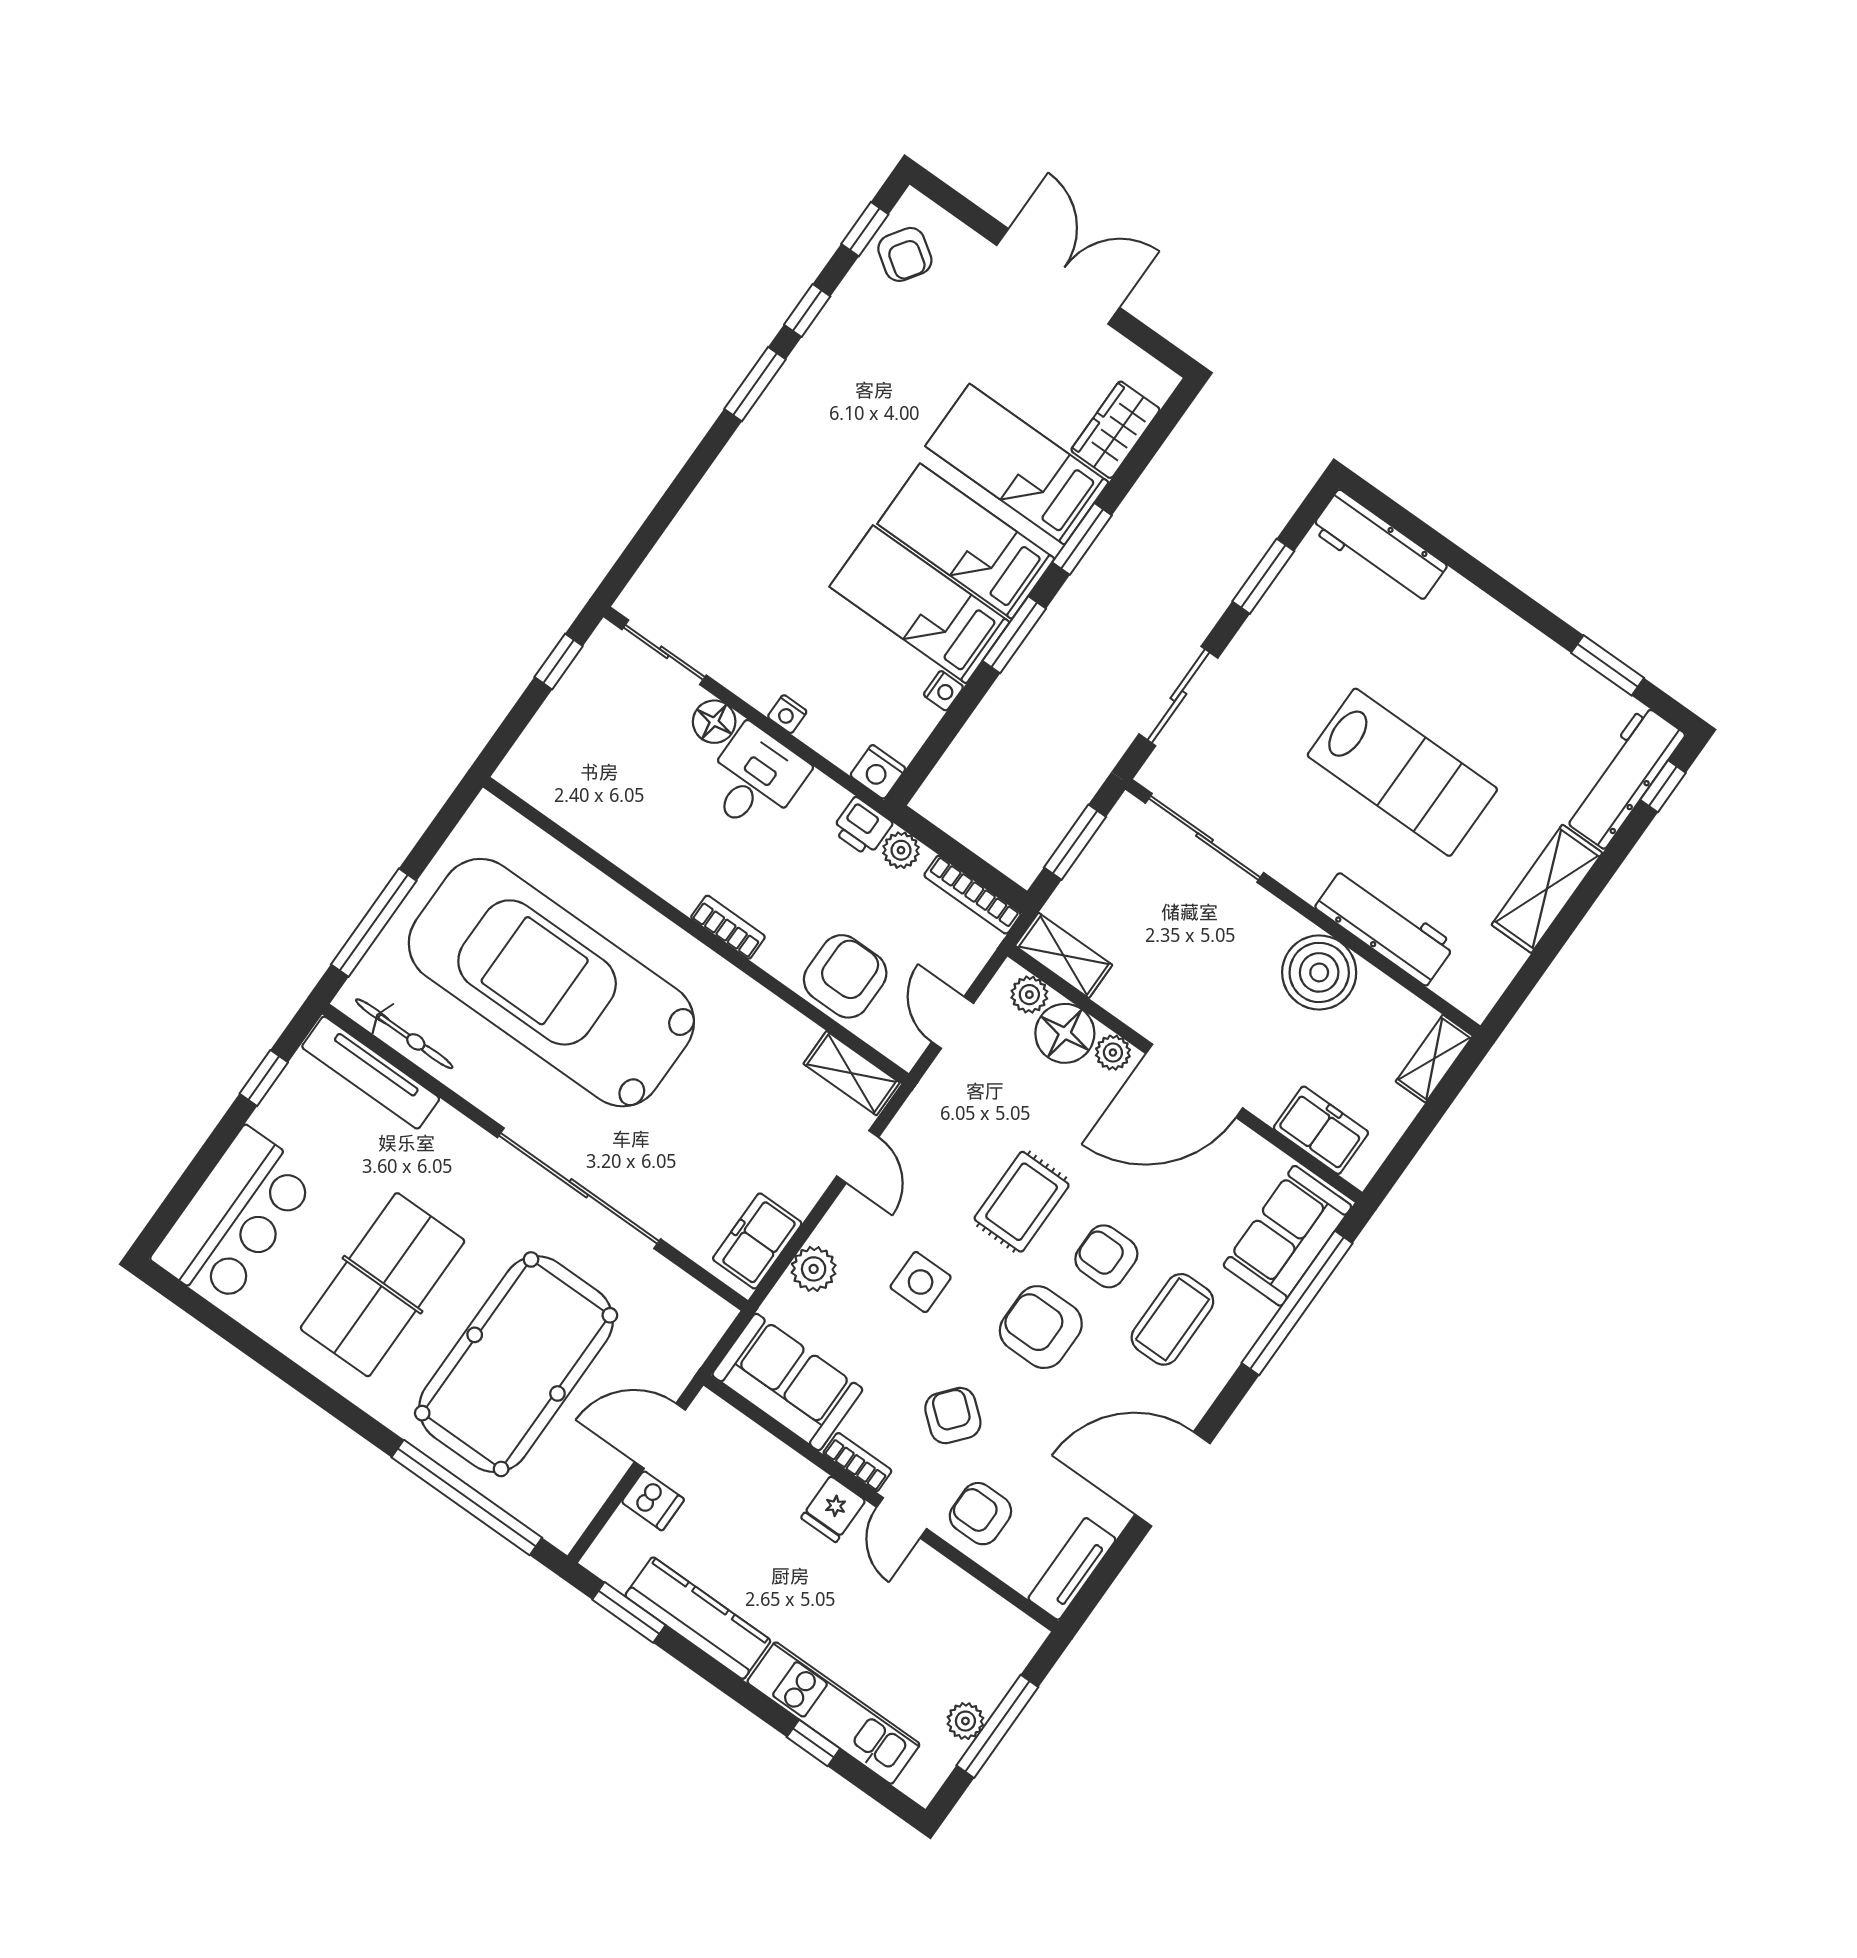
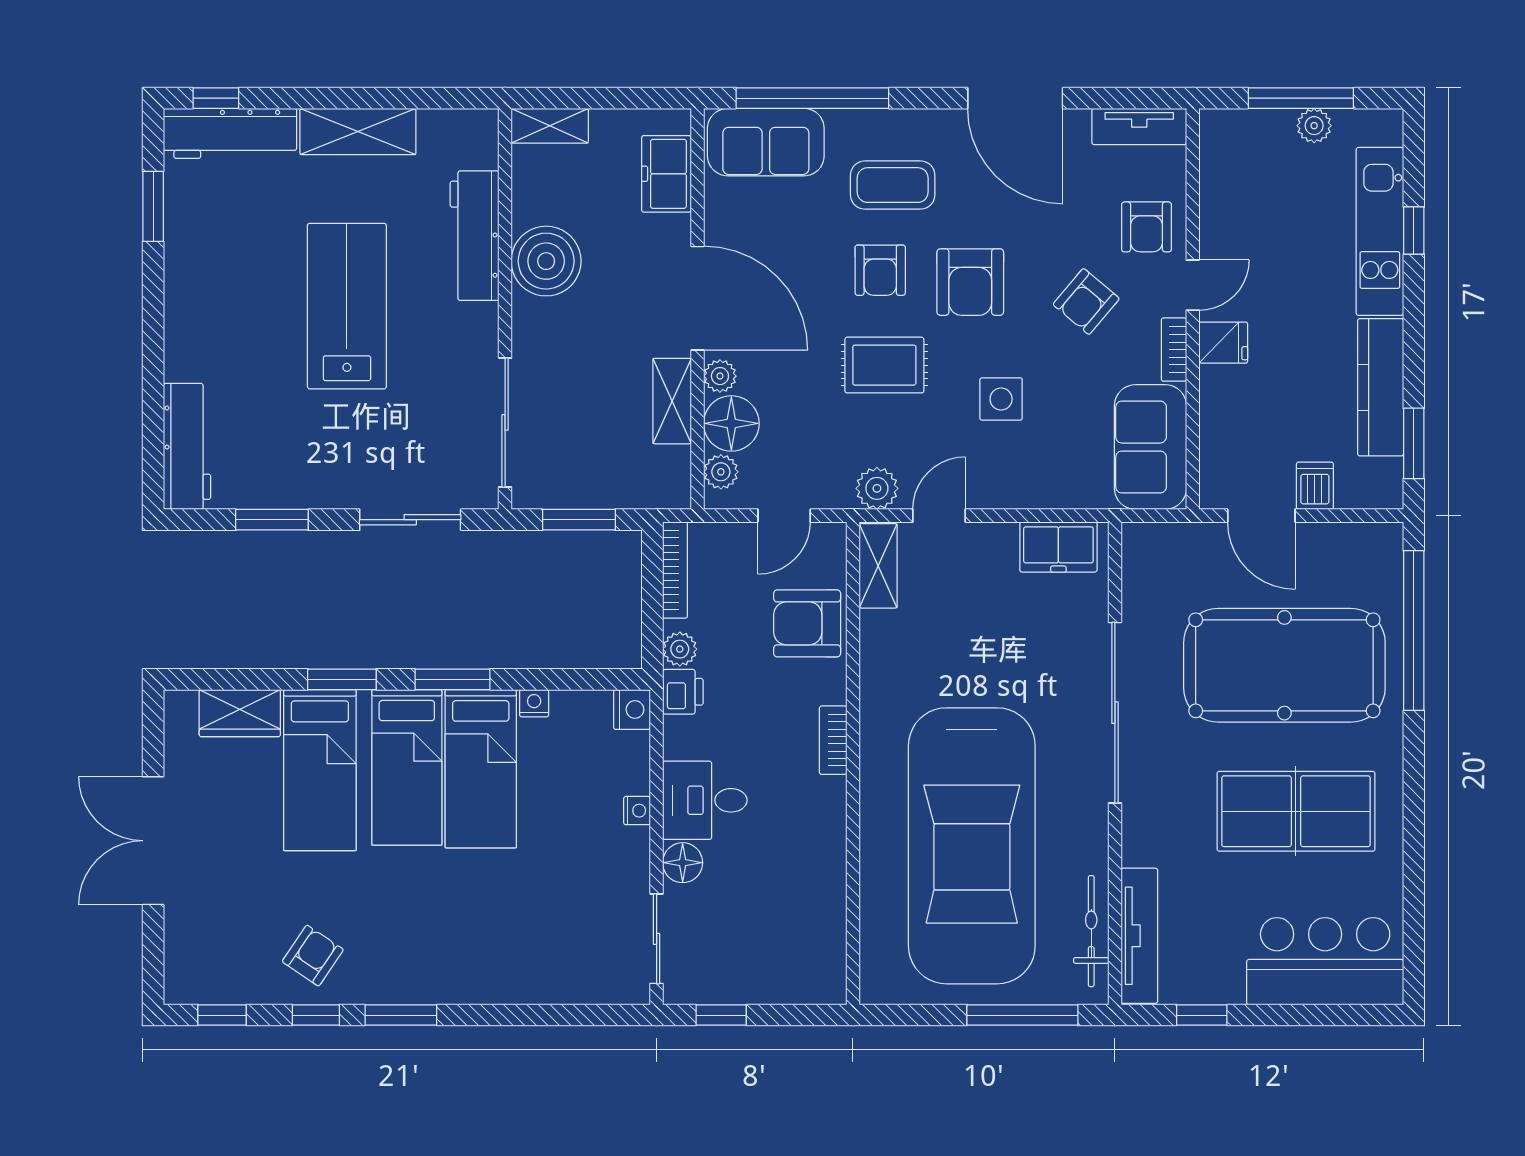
armchair: (905, 254) -> (313, 956), moved
shelving: (1064, 955) -> (672, 401), moved
plant: (814, 1269) -> (877, 488), moved

